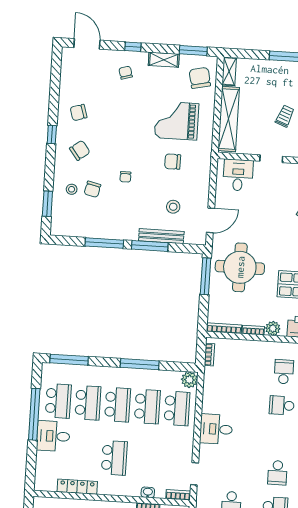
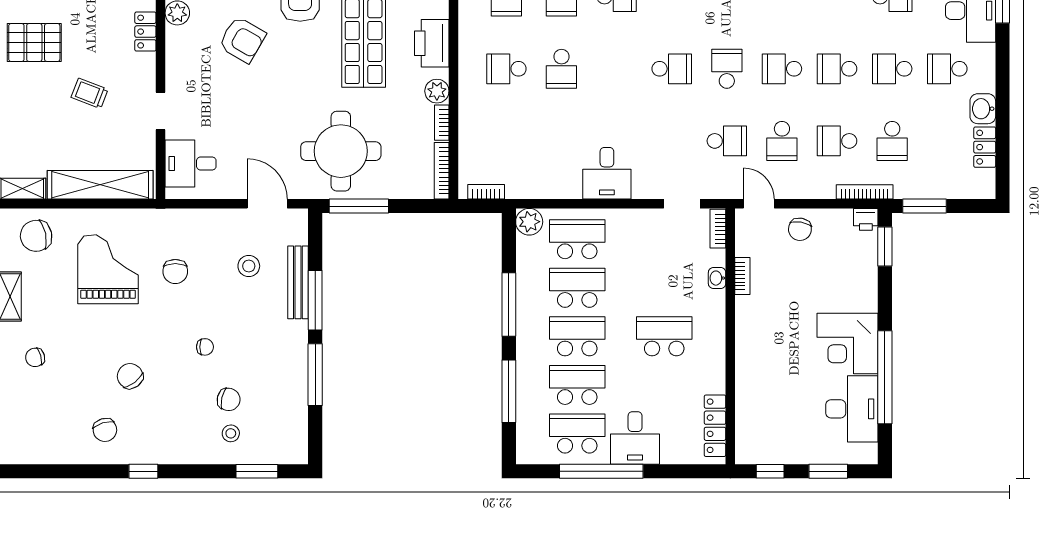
grand piano: (177, 121) -> (108, 269), turned 180
chair: (80, 150) -> (130, 376), moved
window: (69, 360) -> (509, 391), moved
locker: (77, 487) -> (715, 426), moved

